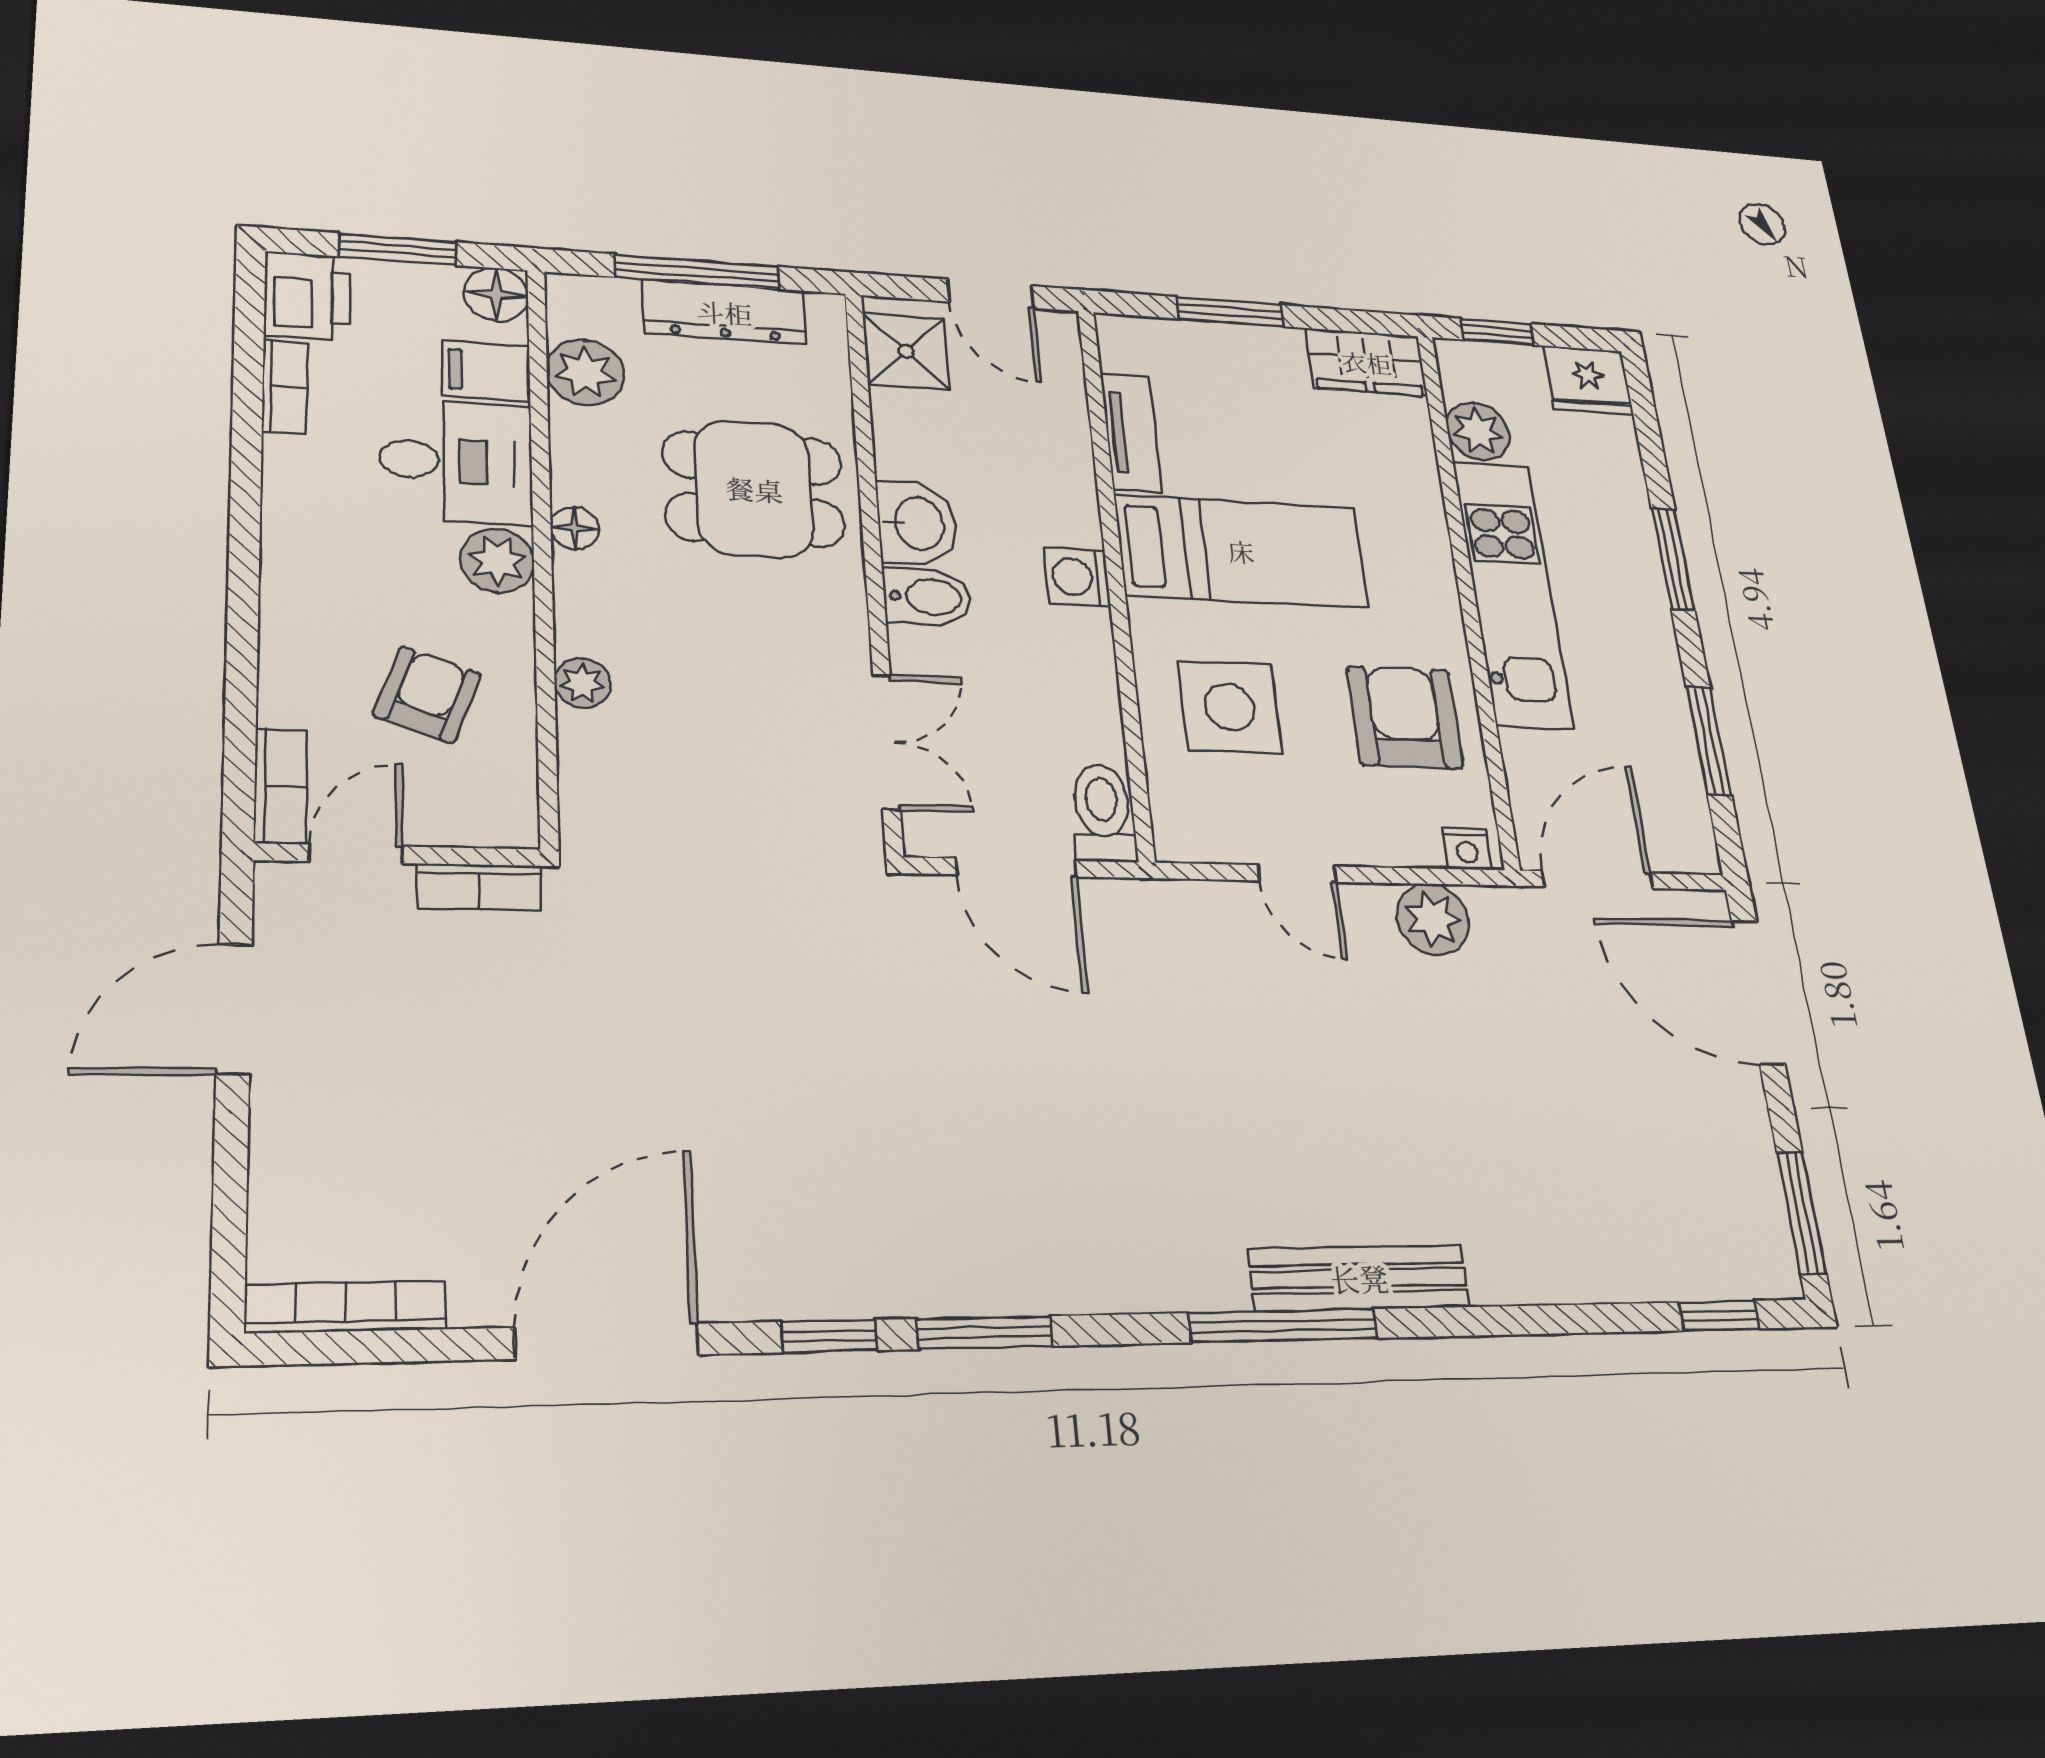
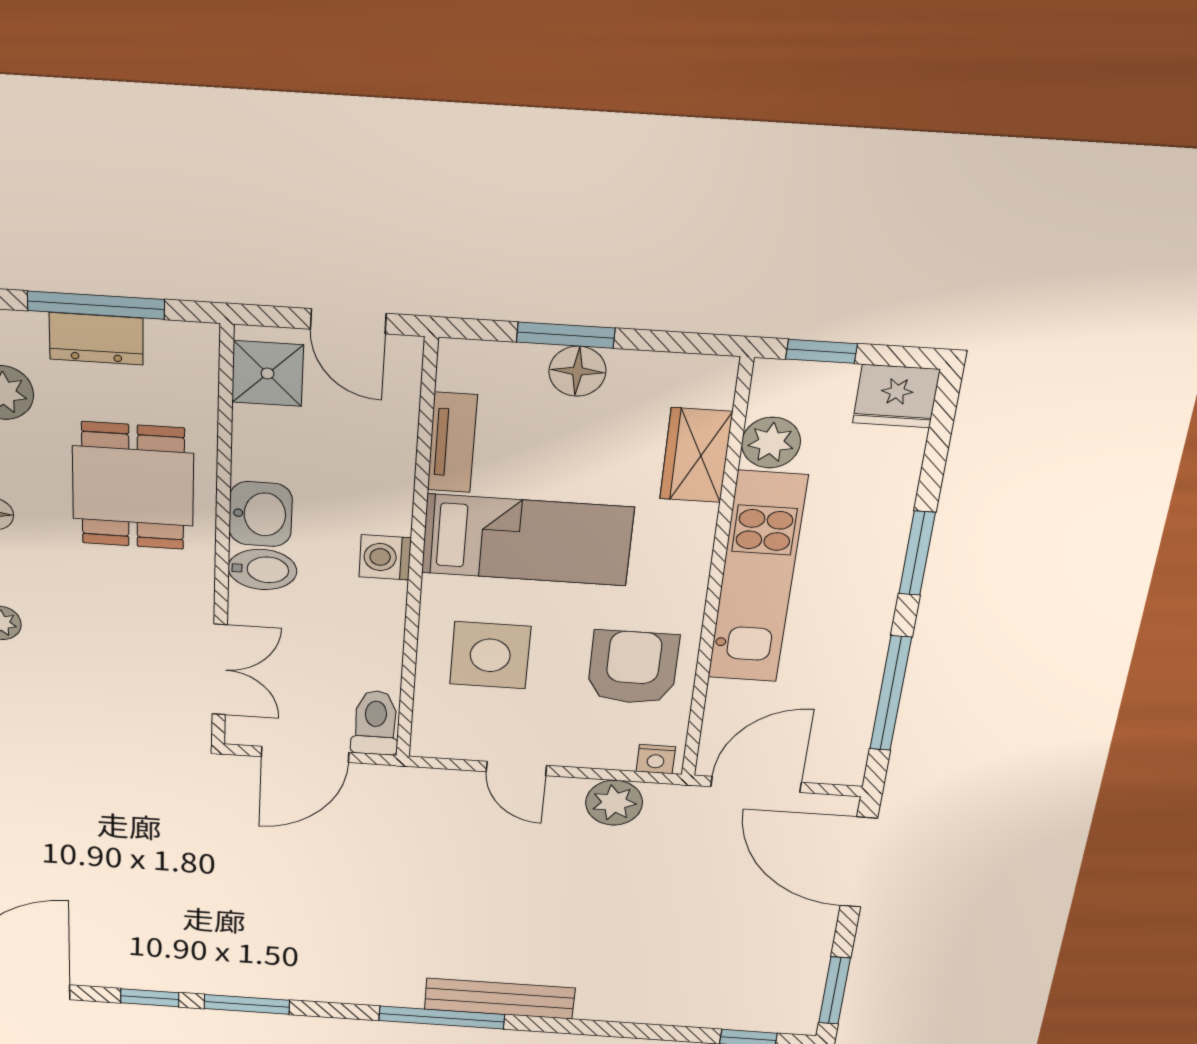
dresser: (724, 312) -> (96, 339), width x0.70
floor lamp: (1252, 351) -> (577, 371), added
wardrobe: (1366, 362) -> (696, 455), moved, turned 90
dining table: (754, 489) -> (133, 486), turned 90
window: (1709, 741) -> (891, 694), width x1.44
door: (1016, 868) -> (305, 754), hinge flipped

